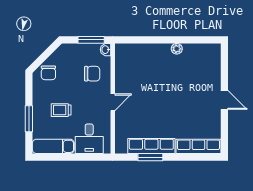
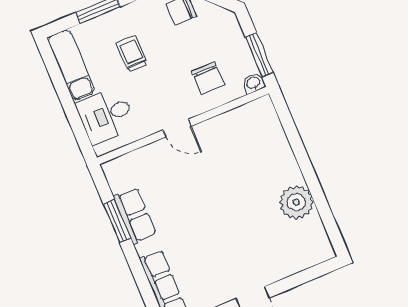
plant: (177, 49) -> (296, 202), width x1.87, depth x1.87
row of seats: (151, 146) -> (135, 216), width x0.68

